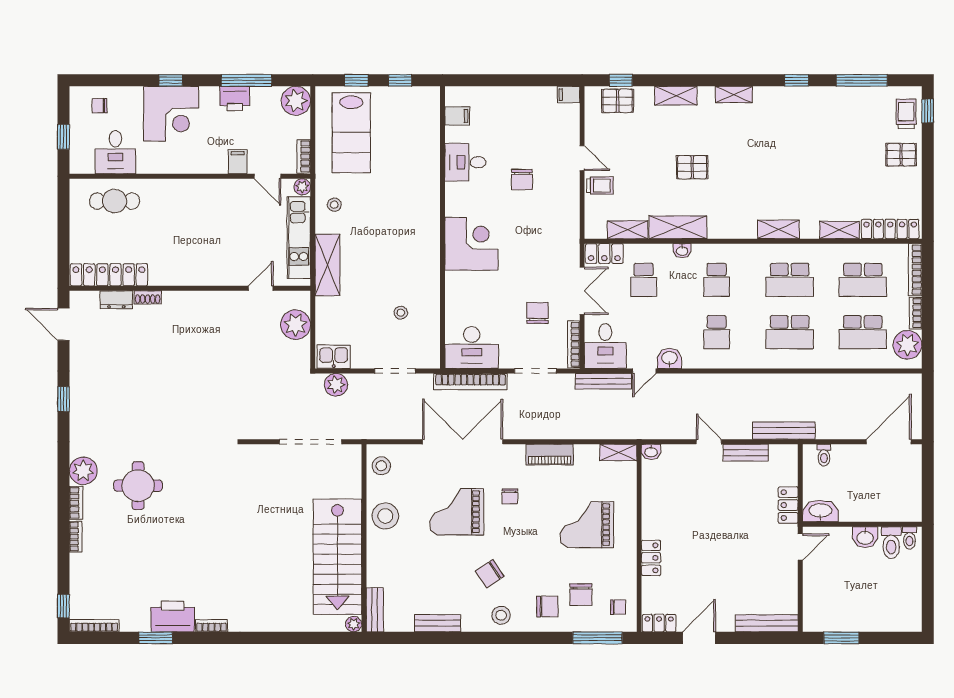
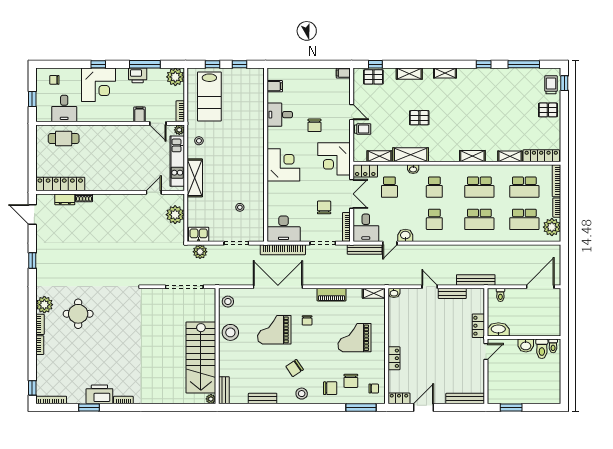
corner desk: (553, 234) -> (334, 159), added

